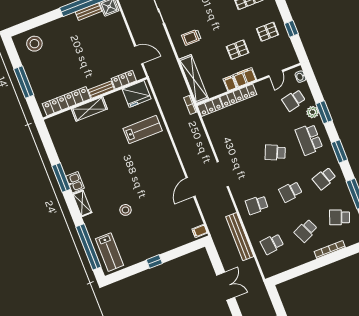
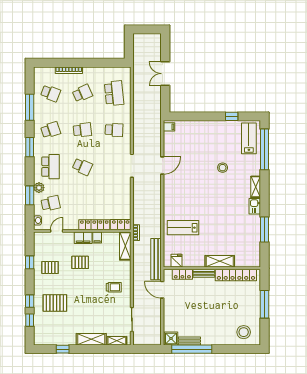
shelving: (194, 79) -> (125, 246), width x0.68
fridge: (137, 94) -> (177, 261), width x0.53, depth x0.75
window: (324, 112) -> (30, 195), moved
window: (61, 177) -> (264, 230), moved
bench: (240, 237) -> (156, 259), moved
school desk: (272, 244) -> (114, 93), width x1.85
window: (154, 262) -> (232, 116), moved

